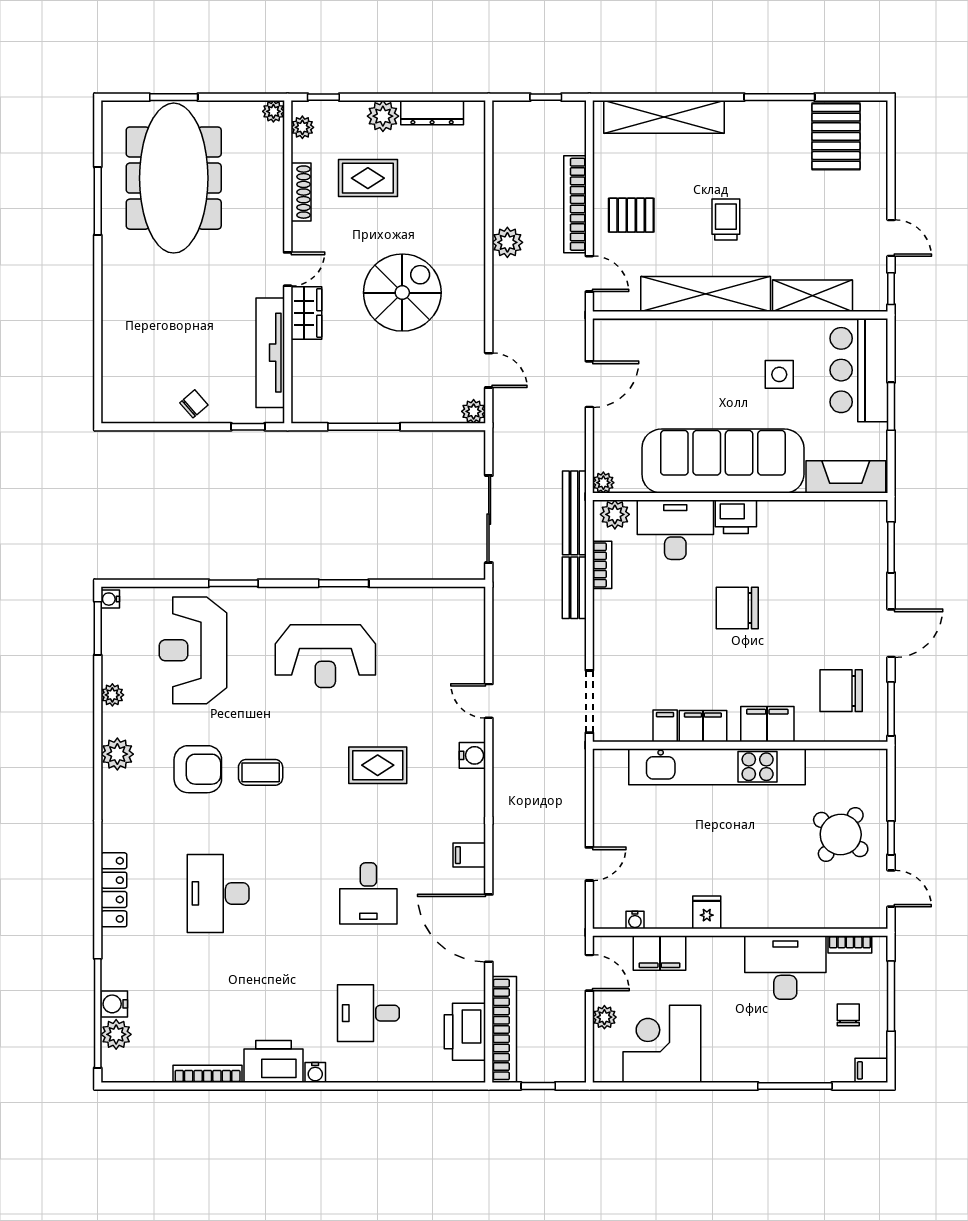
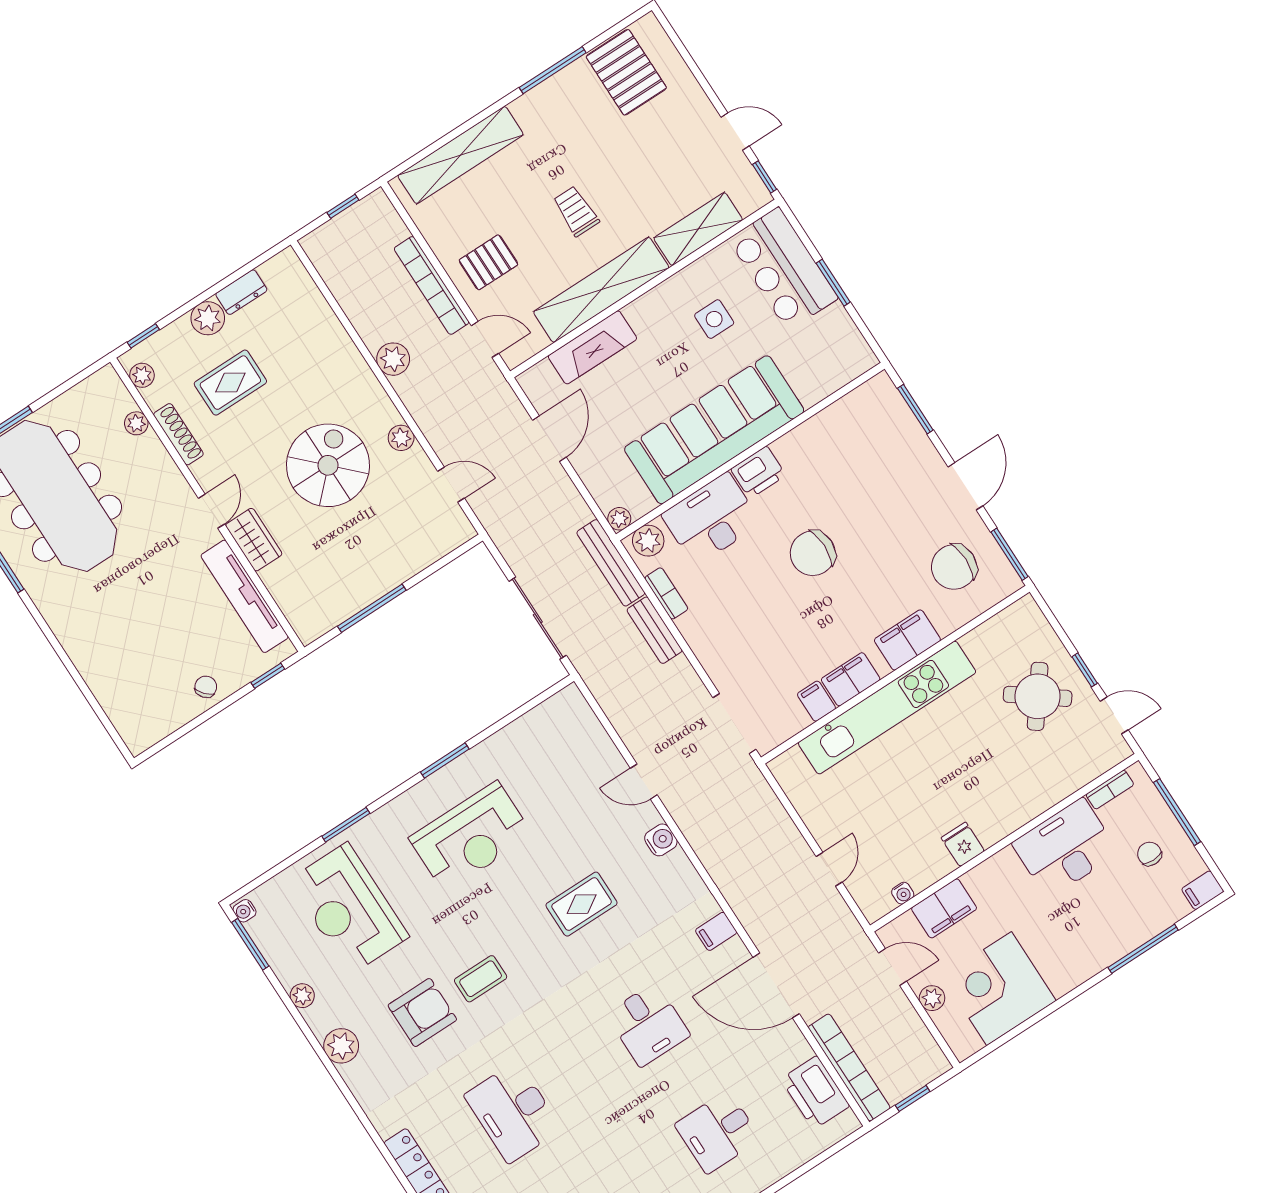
plant: (273, 111) -> (136, 423), moved
dresser: (432, 113) -> (241, 292), width x0.70
plant: (474, 411) -> (401, 438), moved
fireplace: (846, 477) -> (592, 347), moved, turned 180

